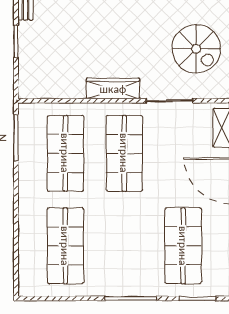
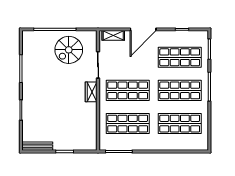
spiral stairs: (196, 49) -> (69, 50), turned 180
wardrobe: (113, 89) -> (91, 92), width x0.67
shop shelf: (124, 246) -> (180, 90), added

